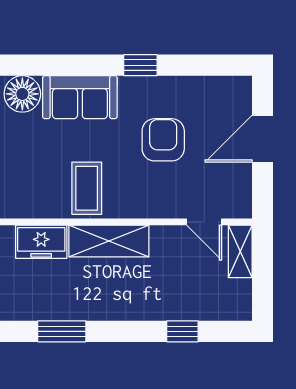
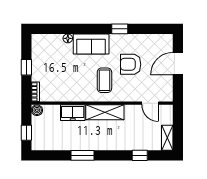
floor lamp: (22, 94) -> (68, 38), width x0.53, depth x0.53
armchair: (163, 140) -> (131, 64), turned -90
coffee table: (87, 188) -> (104, 80), moved
shelving: (240, 251) -> (167, 138), moved

